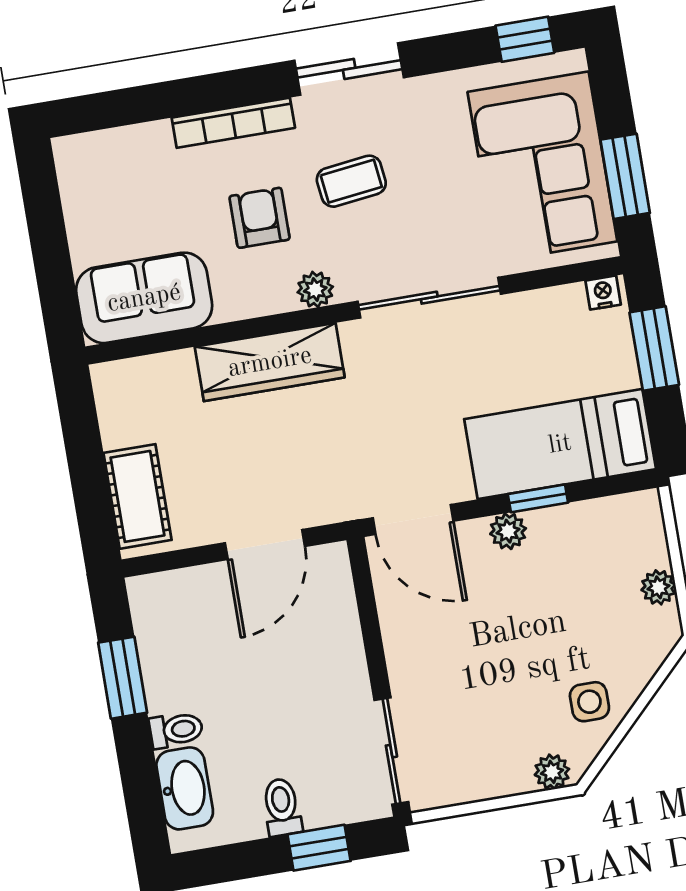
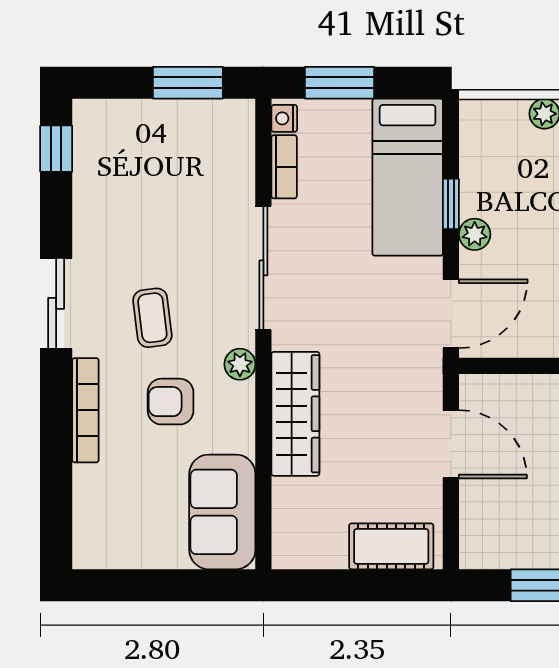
corner sofa: (542, 167) -> (168, 152), removed
bookcase: (548, 302) -> (284, 167), added

